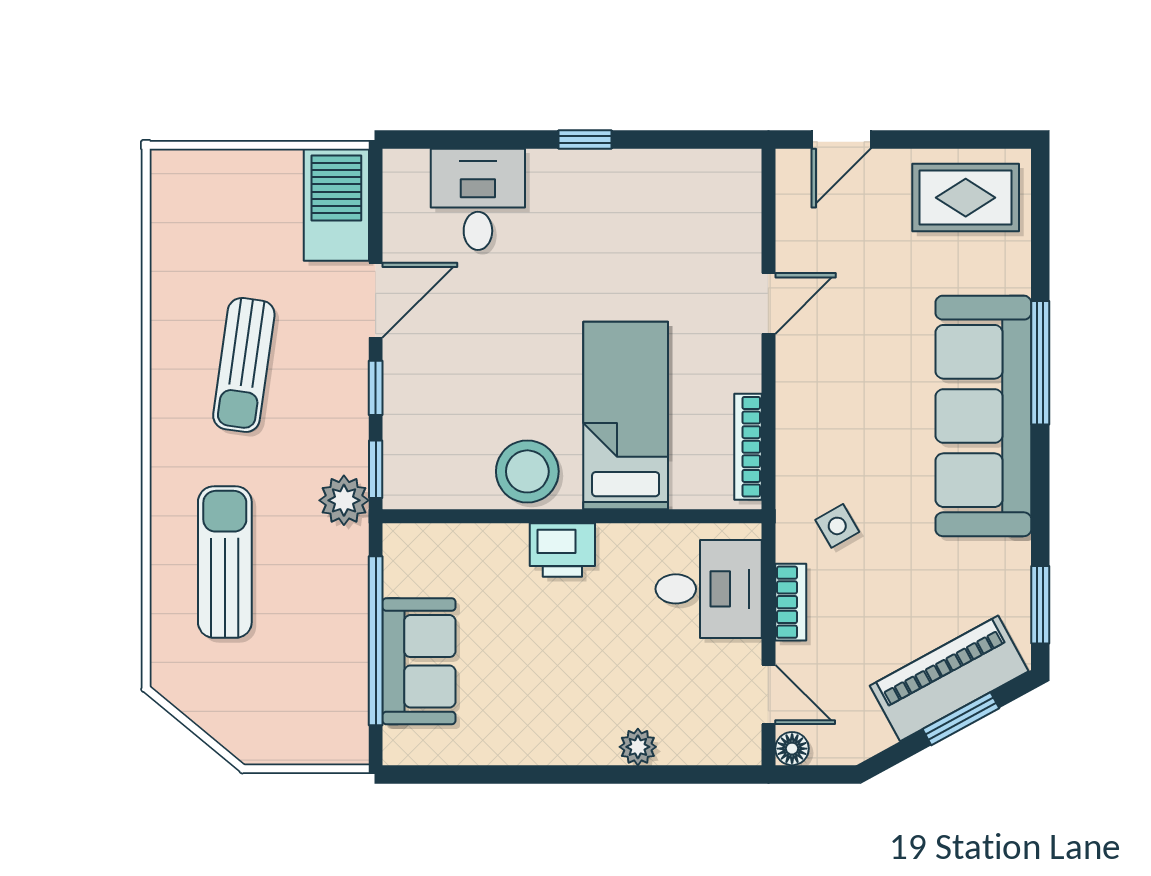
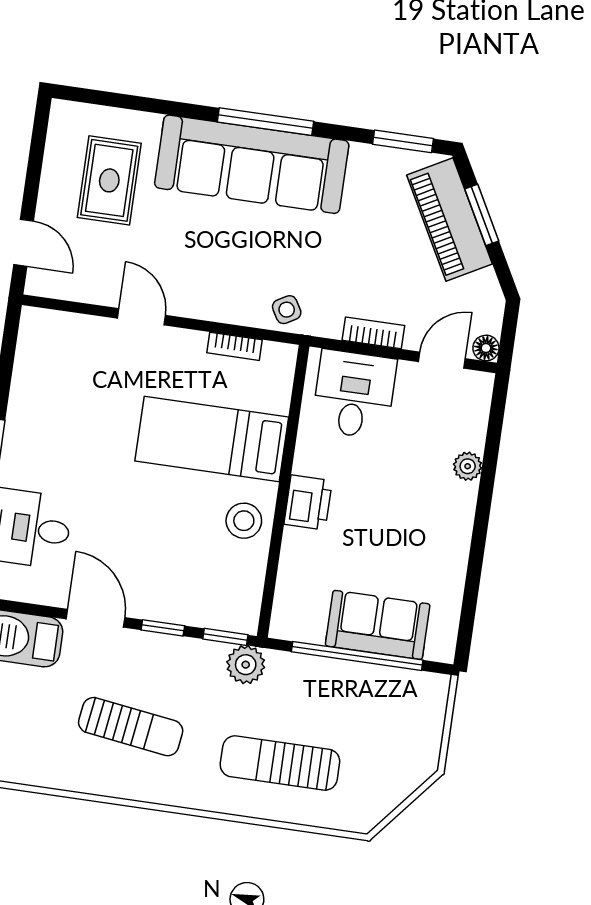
rug: (966, 198) -> (109, 180), moved
window: (1040, 363) -> (266, 122), moved
bookcase: (748, 447) -> (235, 346), width x0.64
stool: (527, 471) -> (244, 521), width x0.73, depth x0.73
side table: (837, 526) -> (287, 310), moved

